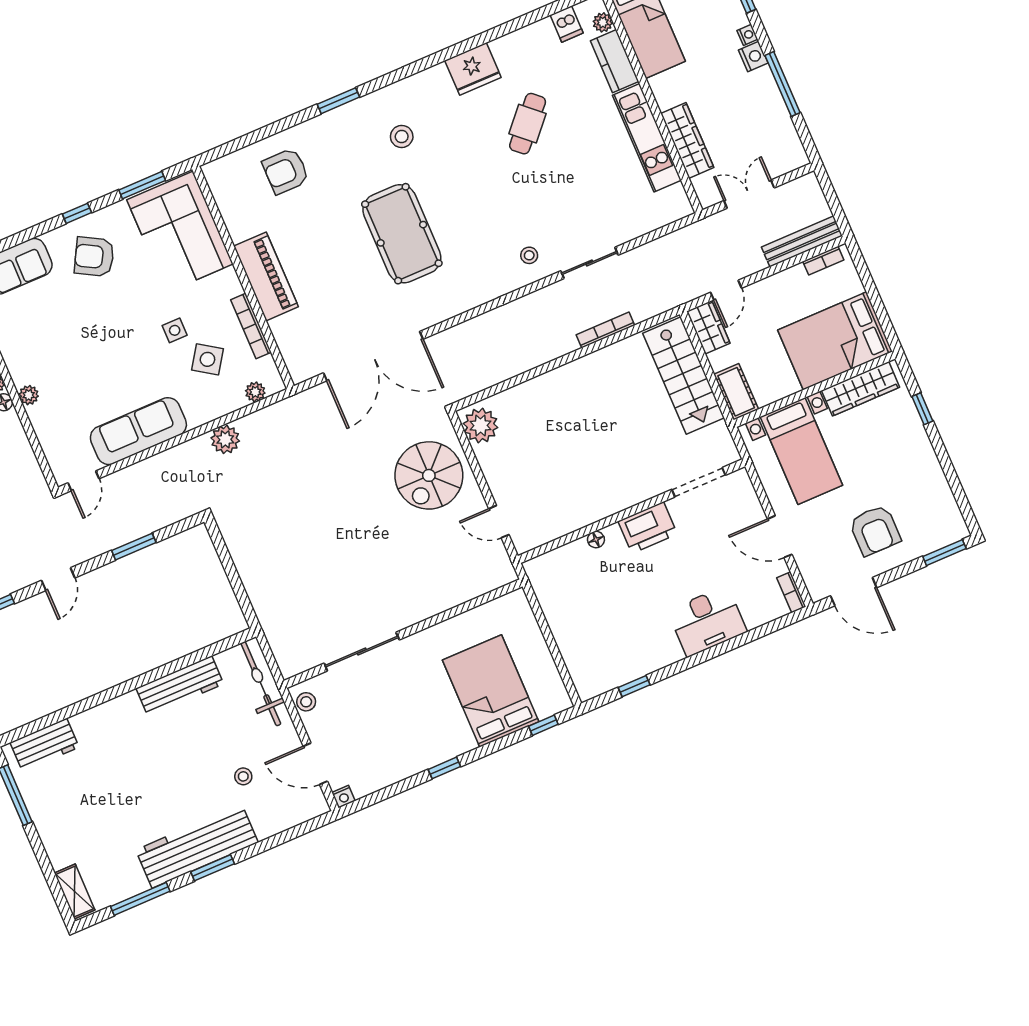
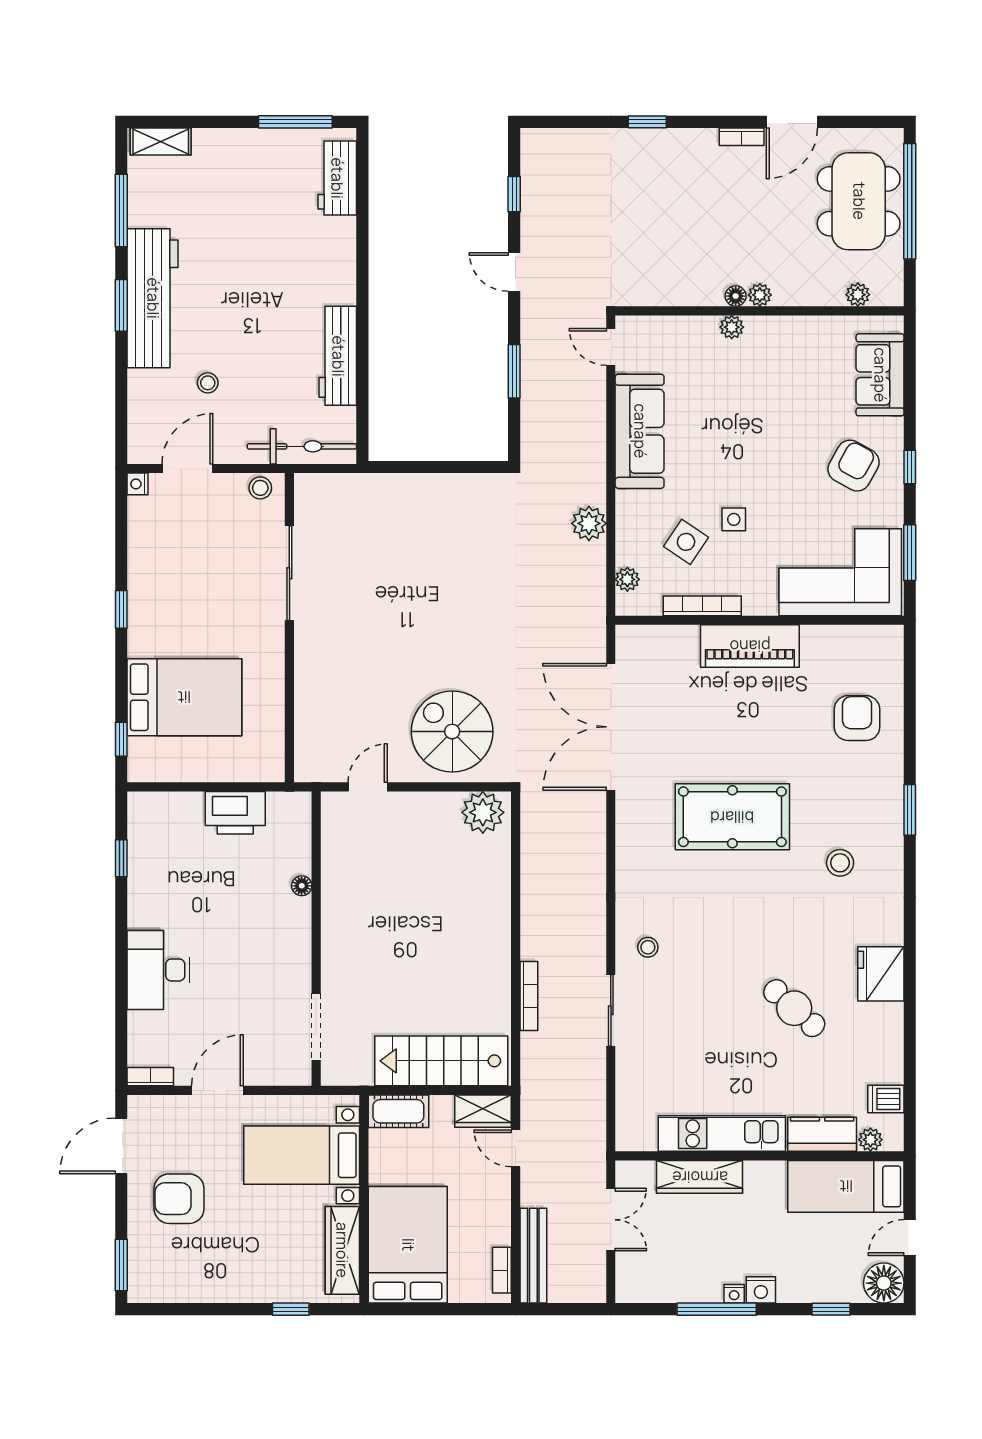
nightstand: (747, 35) -> (734, 1294), moved
printer: (648, 528) -> (235, 813), moved, turned -90

